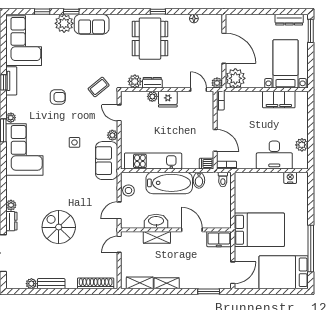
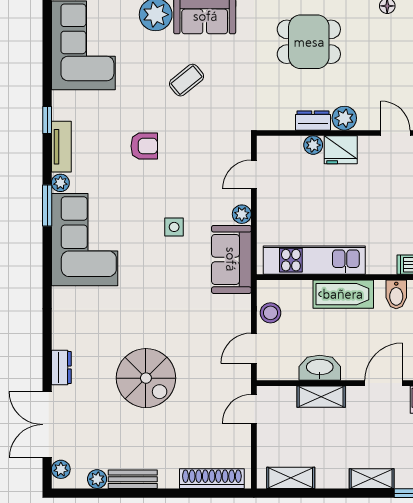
dining table: (150, 39) -> (309, 42), width x0.73
tv unit: (11, 81) -> (61, 147), moved
plant: (135, 81) -> (344, 118), moved
coffee table: (99, 87) -> (187, 80), moved
door: (119, 113) -> (254, 174), hinge flipped
bathtub: (169, 183) -> (343, 294), width x0.73, depth x0.73
plant: (11, 205) -> (61, 469), moved
spiral stairs: (59, 227) -> (146, 378), turned 180
door: (192, 230) -> (384, 383), hinge flipped
shelving: (167, 283) -> (372, 479), moved

